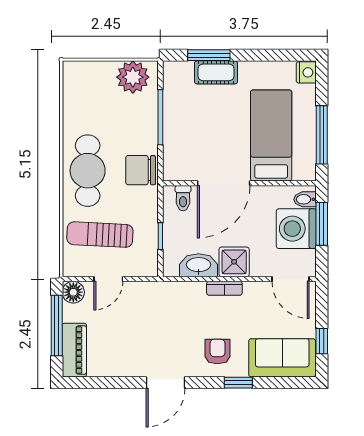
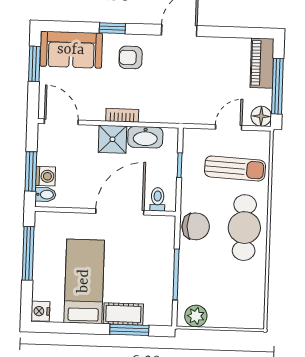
plant: (133, 77) -> (196, 316), width x0.73, depth x0.73
bed: (271, 135) -> (84, 281), moved, turned 180
washing machine: (296, 229) -> (45, 176), width x0.53, depth x0.53
window: (322, 341) -> (34, 64), width x1.50
armchair: (217, 351) -> (131, 57), turned 90

